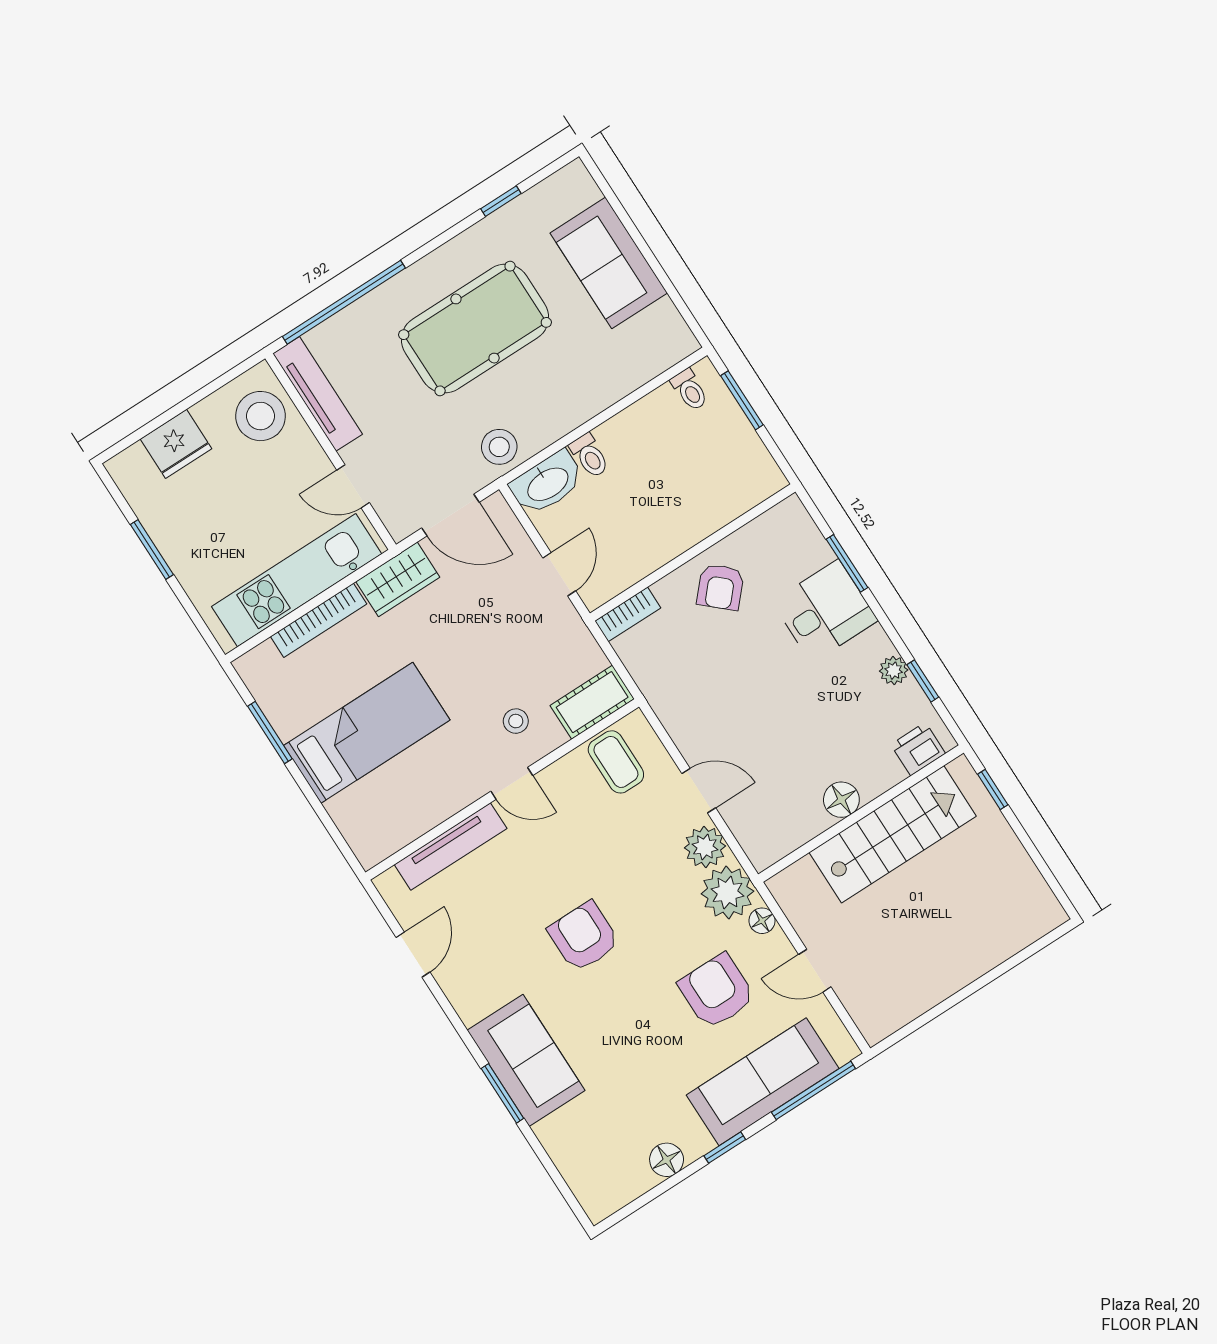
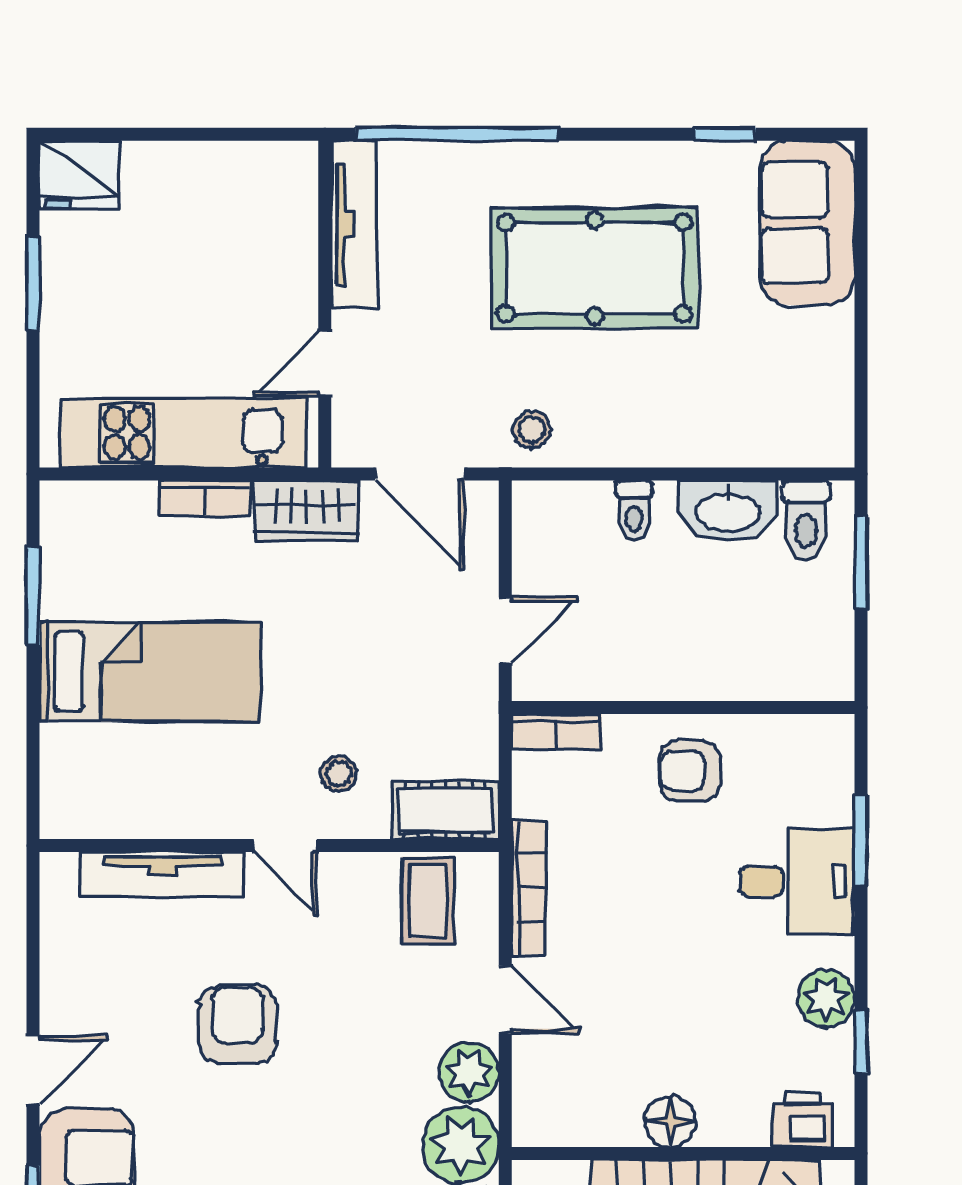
sofa: (609, 263) -> (807, 223), moved
toilet: (690, 390) -> (806, 520), width x1.37, depth x1.39
stool: (261, 416) -> (268, 207), removed
fridge: (176, 444) -> (79, 175), moved
stool: (499, 447) -> (532, 430), width x0.73, depth x0.73
washbasin: (547, 483) -> (728, 511), moved
door: (353, 486) -> (325, 364), hinge flipped
armchair: (720, 587) -> (690, 771), turned 48
bookcase: (319, 620) -> (204, 499), width x0.64
plant: (894, 671) -> (826, 999), width x1.38, depth x1.38
bookcase: (670, 716) -> (529, 887), added
armchair: (584, 937) -> (237, 1025), moved
door: (413, 955) -> (33, 1070), moved

